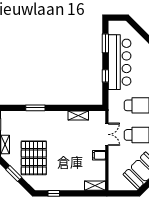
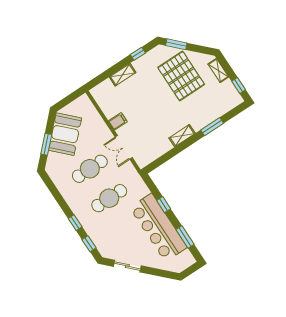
shelving: (78, 116) -> (182, 136), moved
window: (14, 174) -> (176, 44), moved
shelving: (95, 186) -> (123, 75), moved

